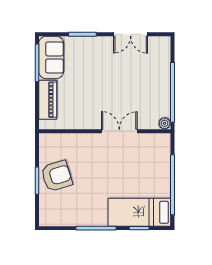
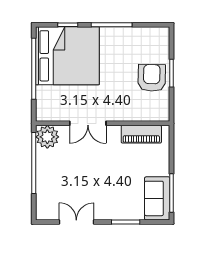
piano: (48, 100) -> (141, 134), moved, turned -90
plant: (165, 123) -> (47, 137), width x1.88, depth x1.88
armchair: (57, 176) -> (152, 78), turned 108
bed: (139, 212) -> (67, 56), width x2.04

